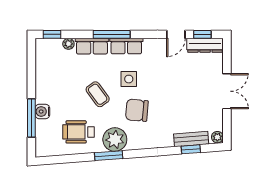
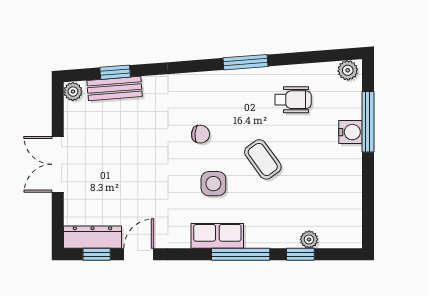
window: (52, 34) -> (300, 254), moved
row of seats: (92, 46) -> (272, 236), removed
chair: (137, 110) -> (201, 134), width x0.54, depth x0.54
wheelchair: (79, 132) -> (293, 100), width x0.73, depth x0.73
plant: (115, 139) -> (348, 70), moved, width x0.53, depth x0.53

